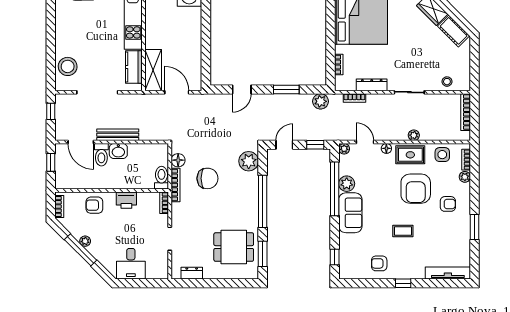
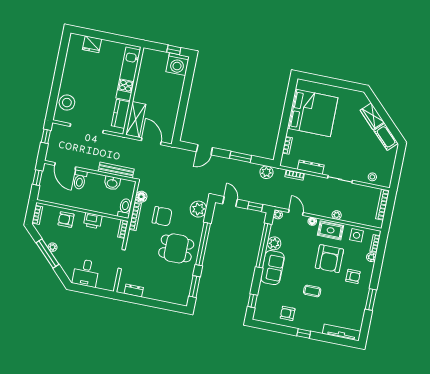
bench: (118, 135) -> (116, 170), moved
door: (284, 145) -> (230, 202), hinge flipped
washbasin: (118, 151) -> (112, 183), moved
dining table: (234, 247) -> (176, 248), moved

